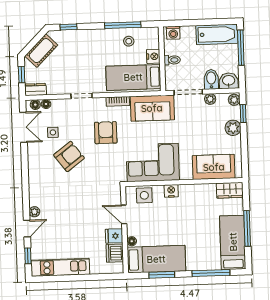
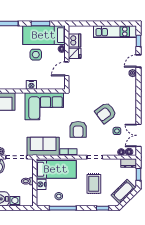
washing machine: (173, 33) -> (15, 201), moved
rug: (82, 60) -> (94, 184), added
side table: (144, 195) -> (36, 55), moved
door: (124, 214) -> (67, 69), swing flipped

